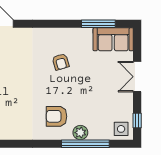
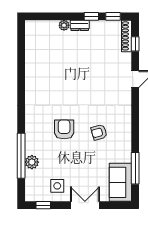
armchair: (57, 116) -> (64, 129), moved
side table: (121, 129) -> (57, 186), moved
plant: (80, 133) -> (32, 162), moved

